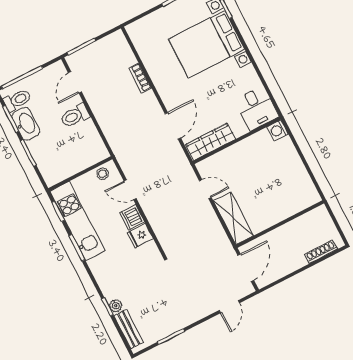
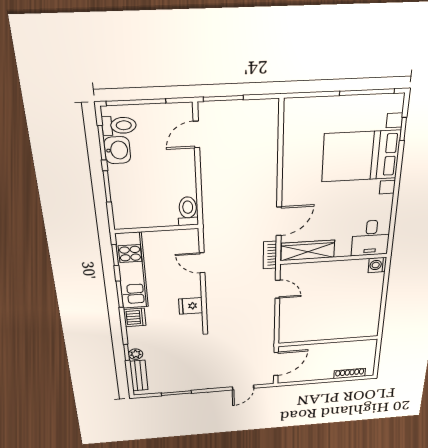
bookcase: (140, 78) -> (270, 255), moved
toilet: (75, 116) -> (188, 211), moved, turned 90
washbasin: (26, 124) -> (117, 150), width x0.72
stool: (103, 174) -> (181, 238), removed
dishwasher: (132, 217) -> (135, 317), moved, turned 180
shelving: (233, 218) -> (289, 322), removed

